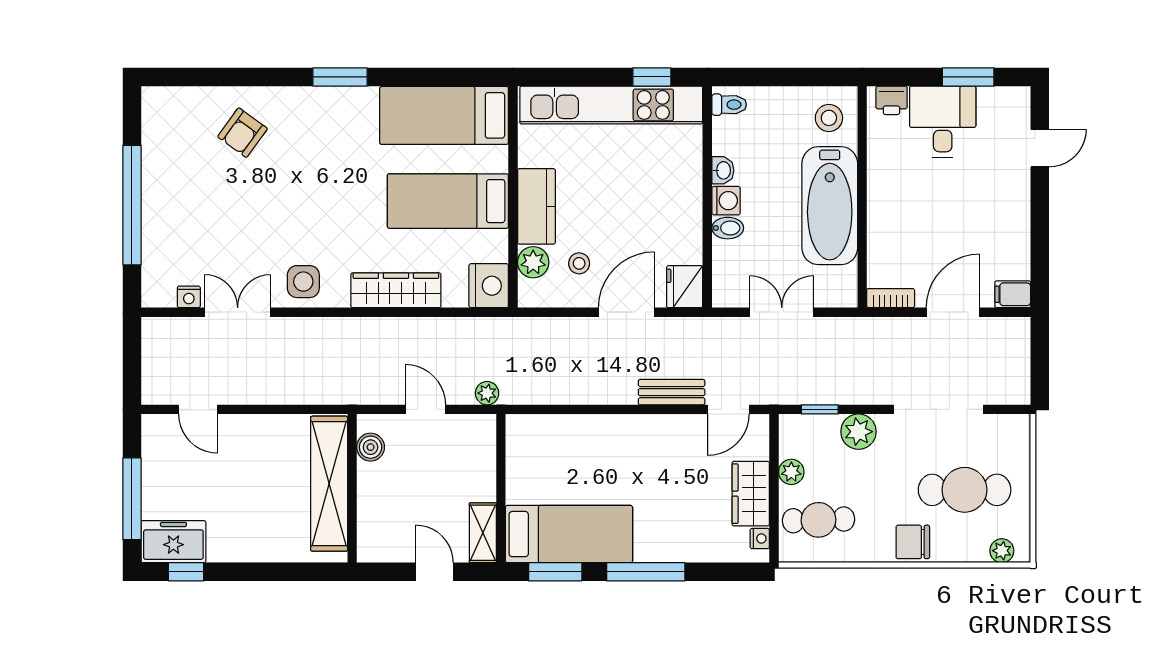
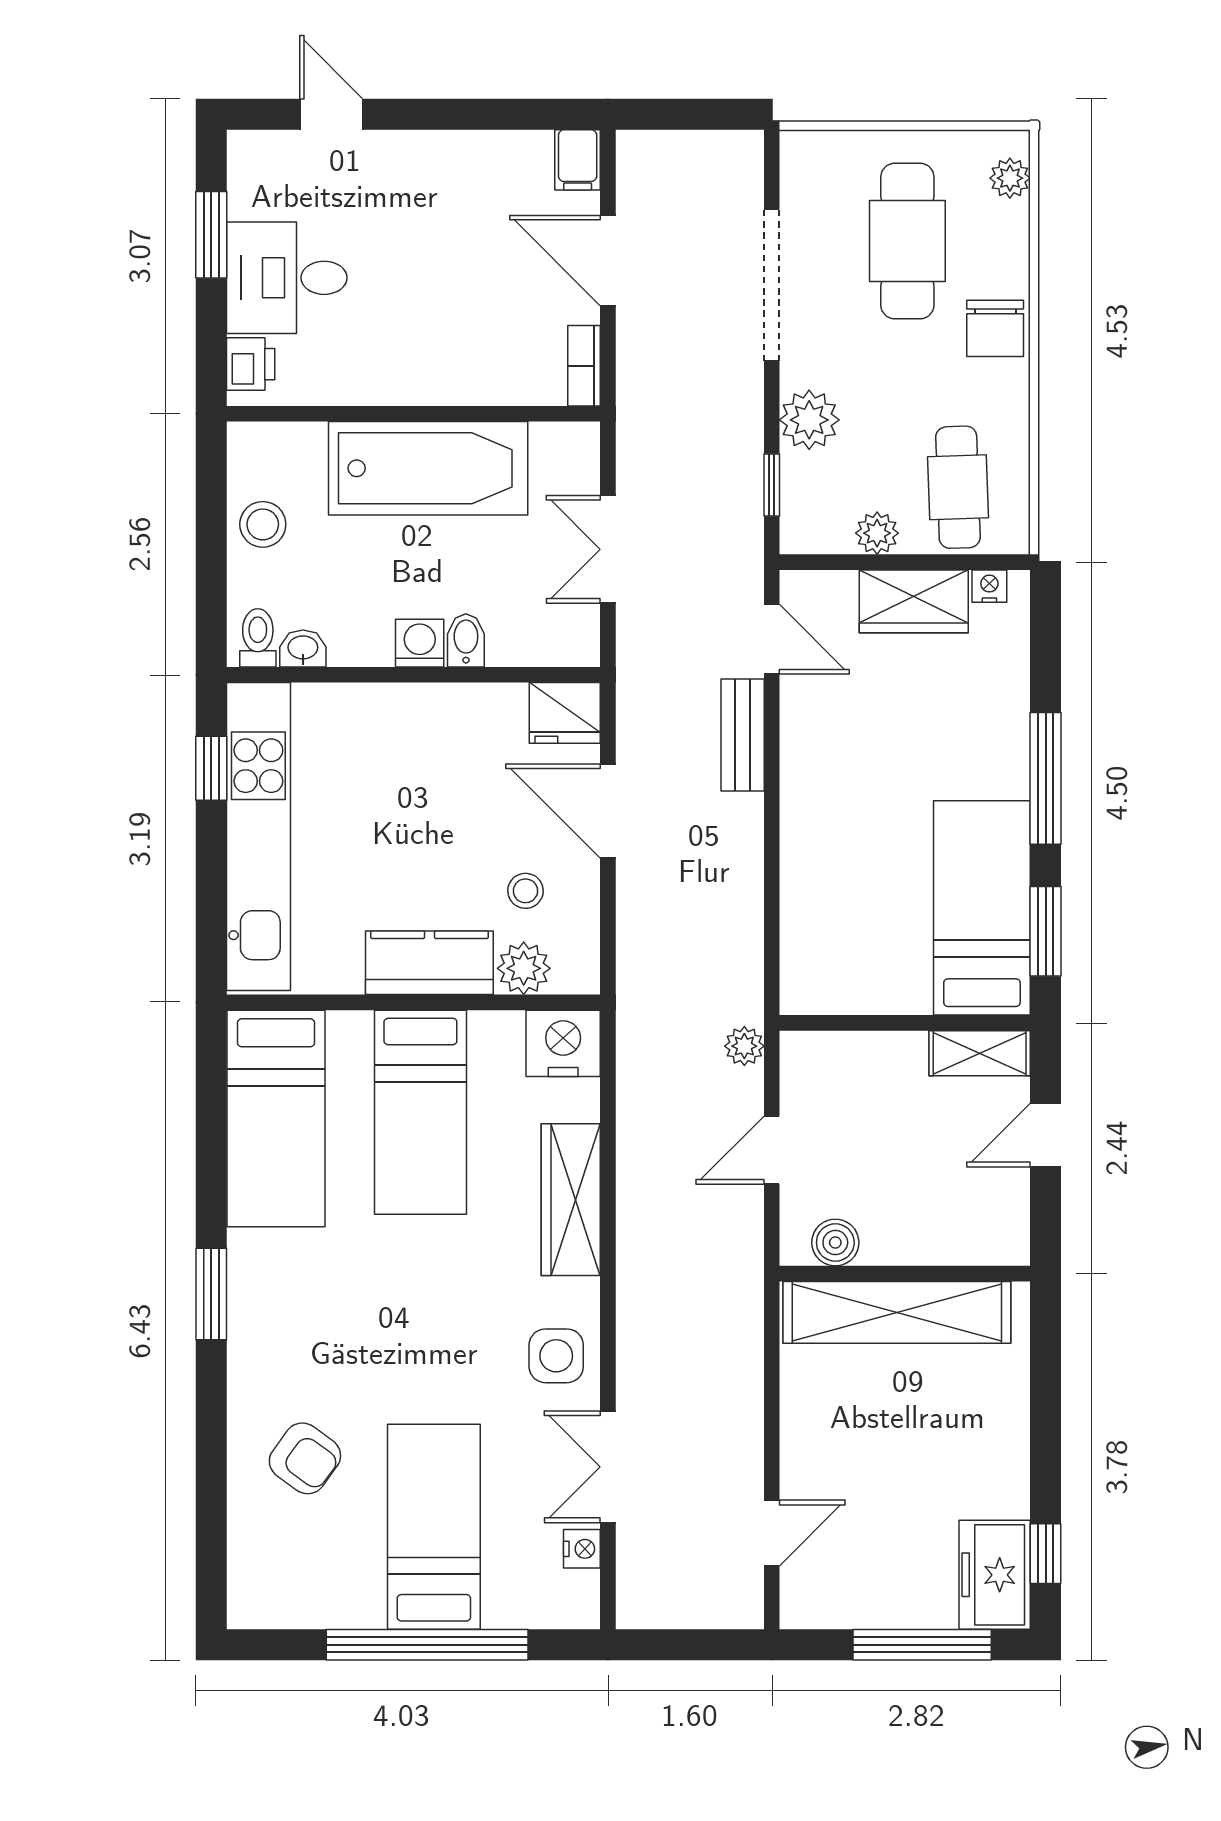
stool: (829, 118) -> (263, 524), moved
washbasin: (723, 170) -> (303, 648), moved
bed: (202, 209) -> (434, 1527), added

